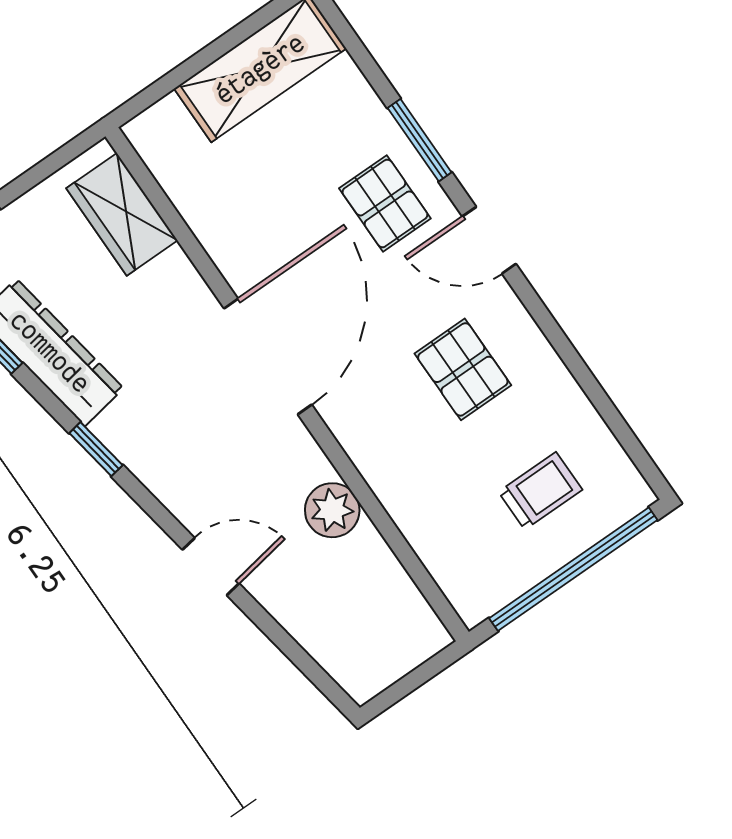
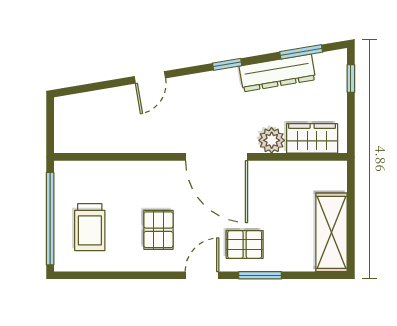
pallet: (463, 369) -> (158, 230), turned 90
trolley: (540, 491) -> (90, 227), width x1.36, depth x1.39
plant: (332, 510) -> (272, 140), moved

